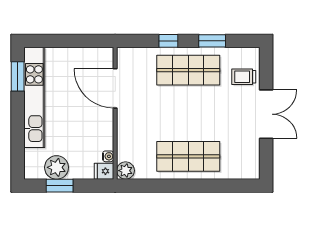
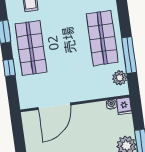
plant: (126, 171) -> (120, 78), moved
window: (164, 186) -> (129, 55), added

